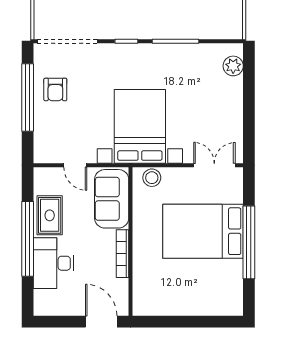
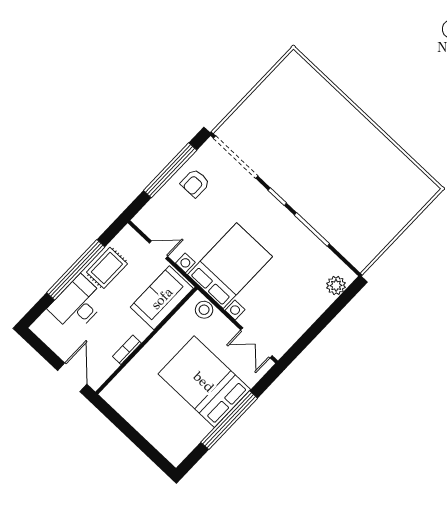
door: (75, 165) -> (158, 250), swing flipped
double door: (214, 165) -> (256, 343), swing flipped
bookcase: (123, 254) -> (127, 350), width x0.64

